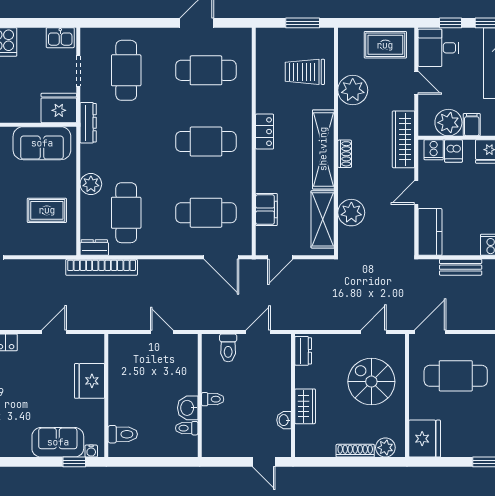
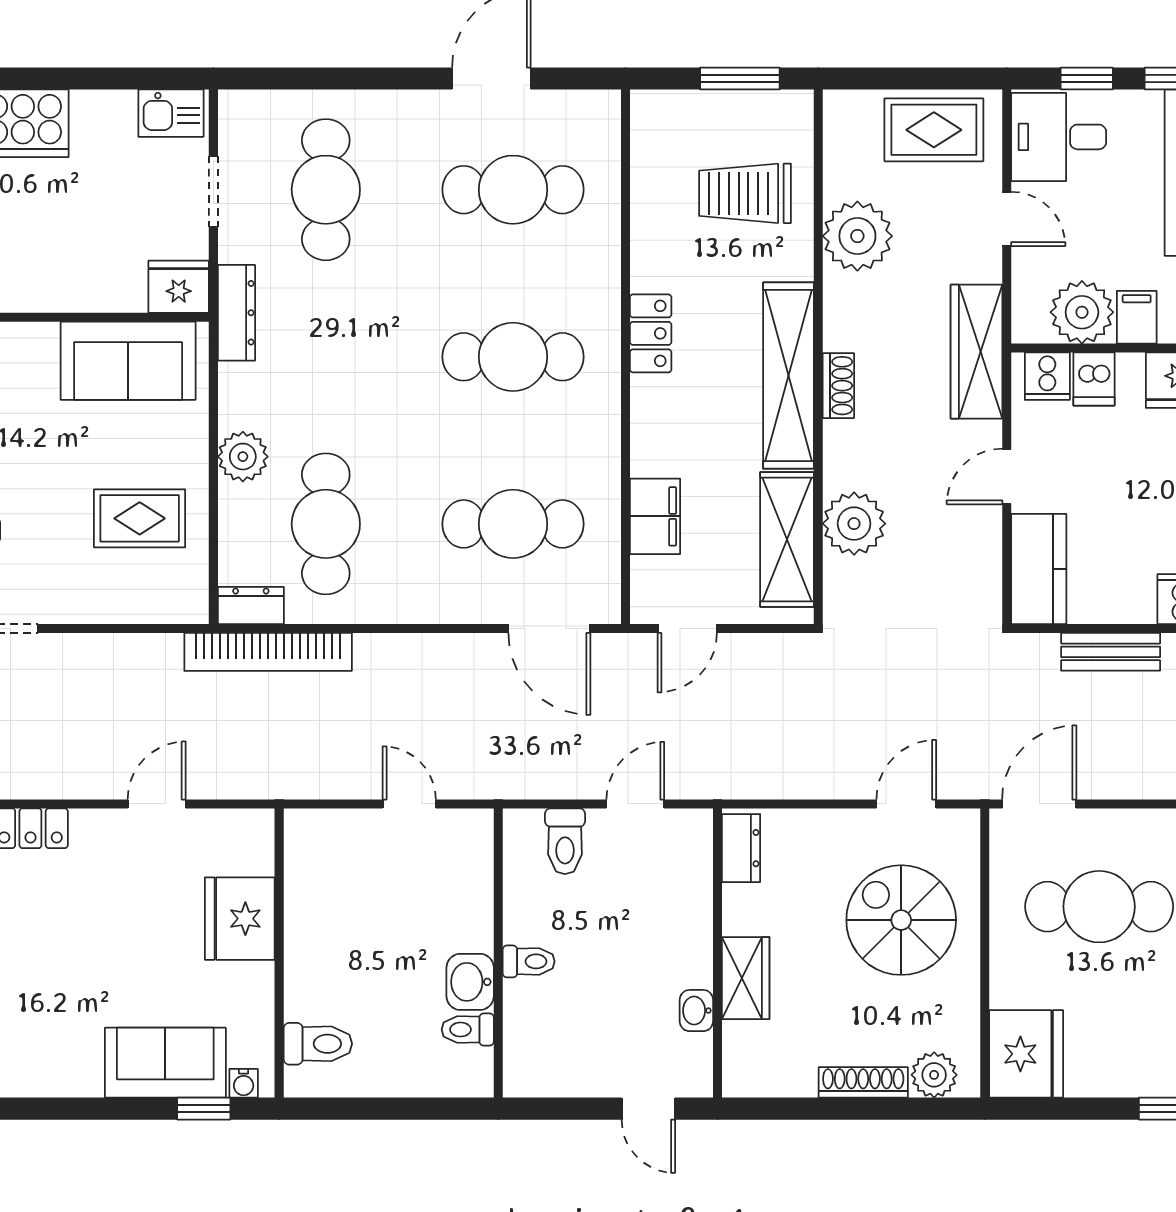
fridge: (59, 108) -> (179, 287), width x0.73, depth x0.75

